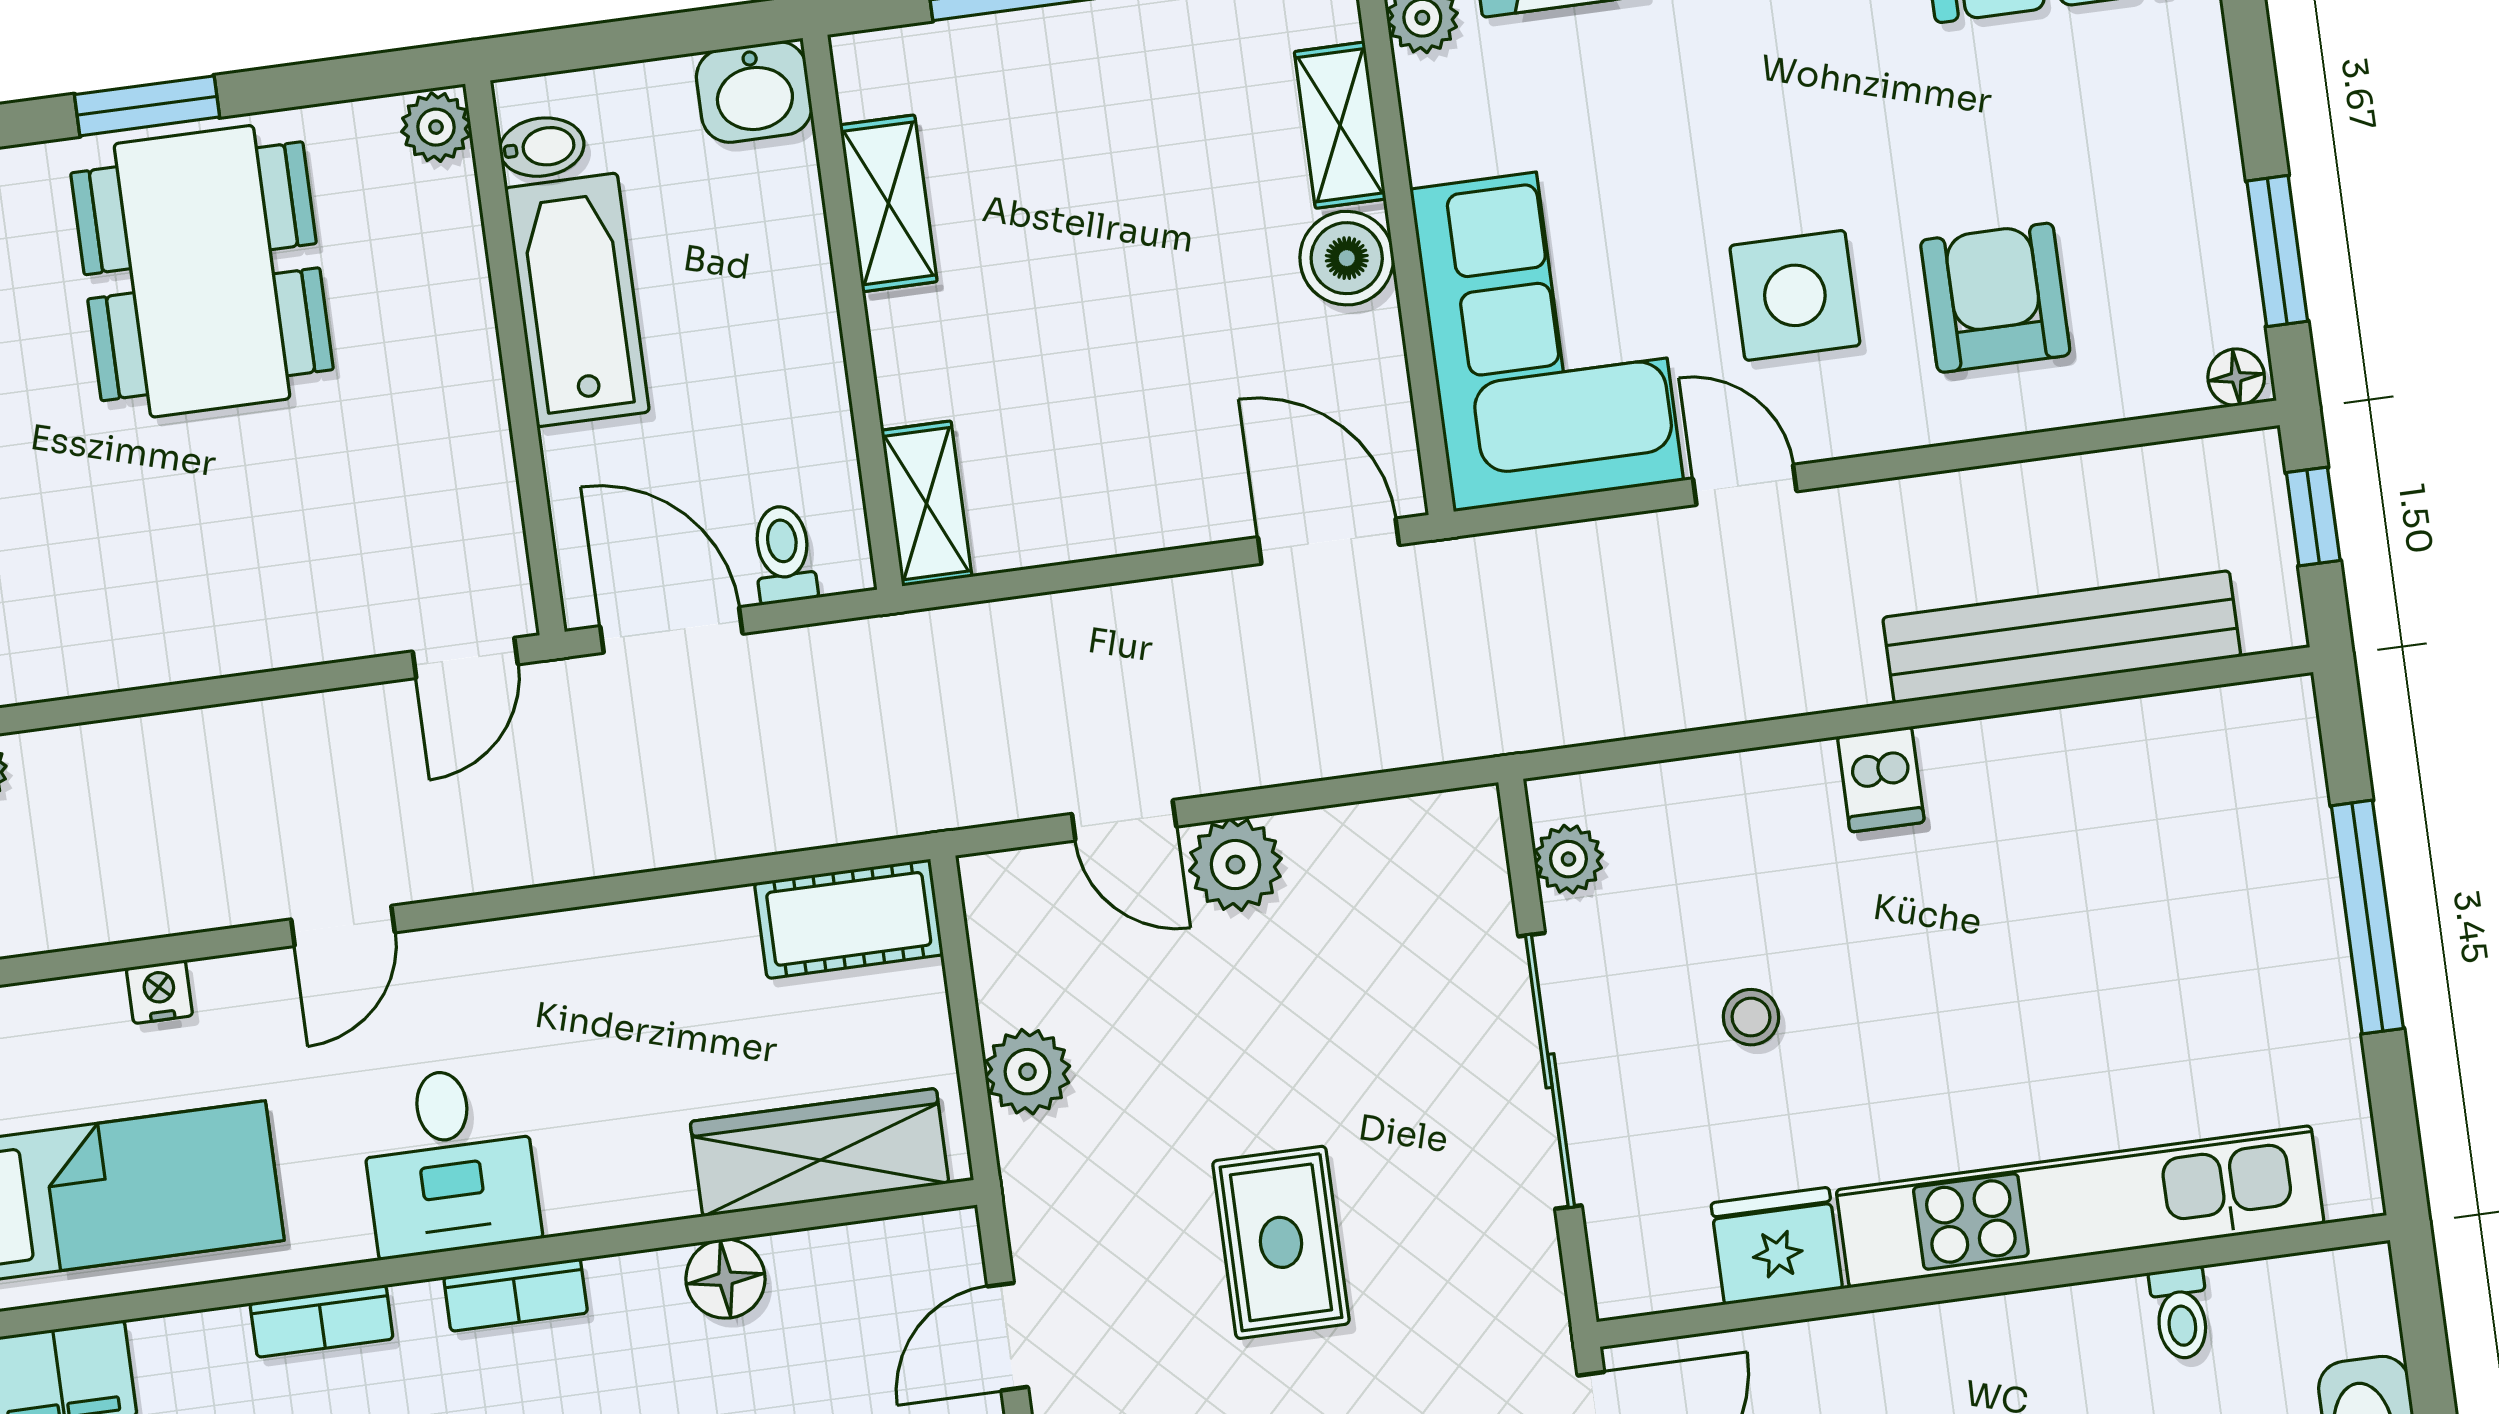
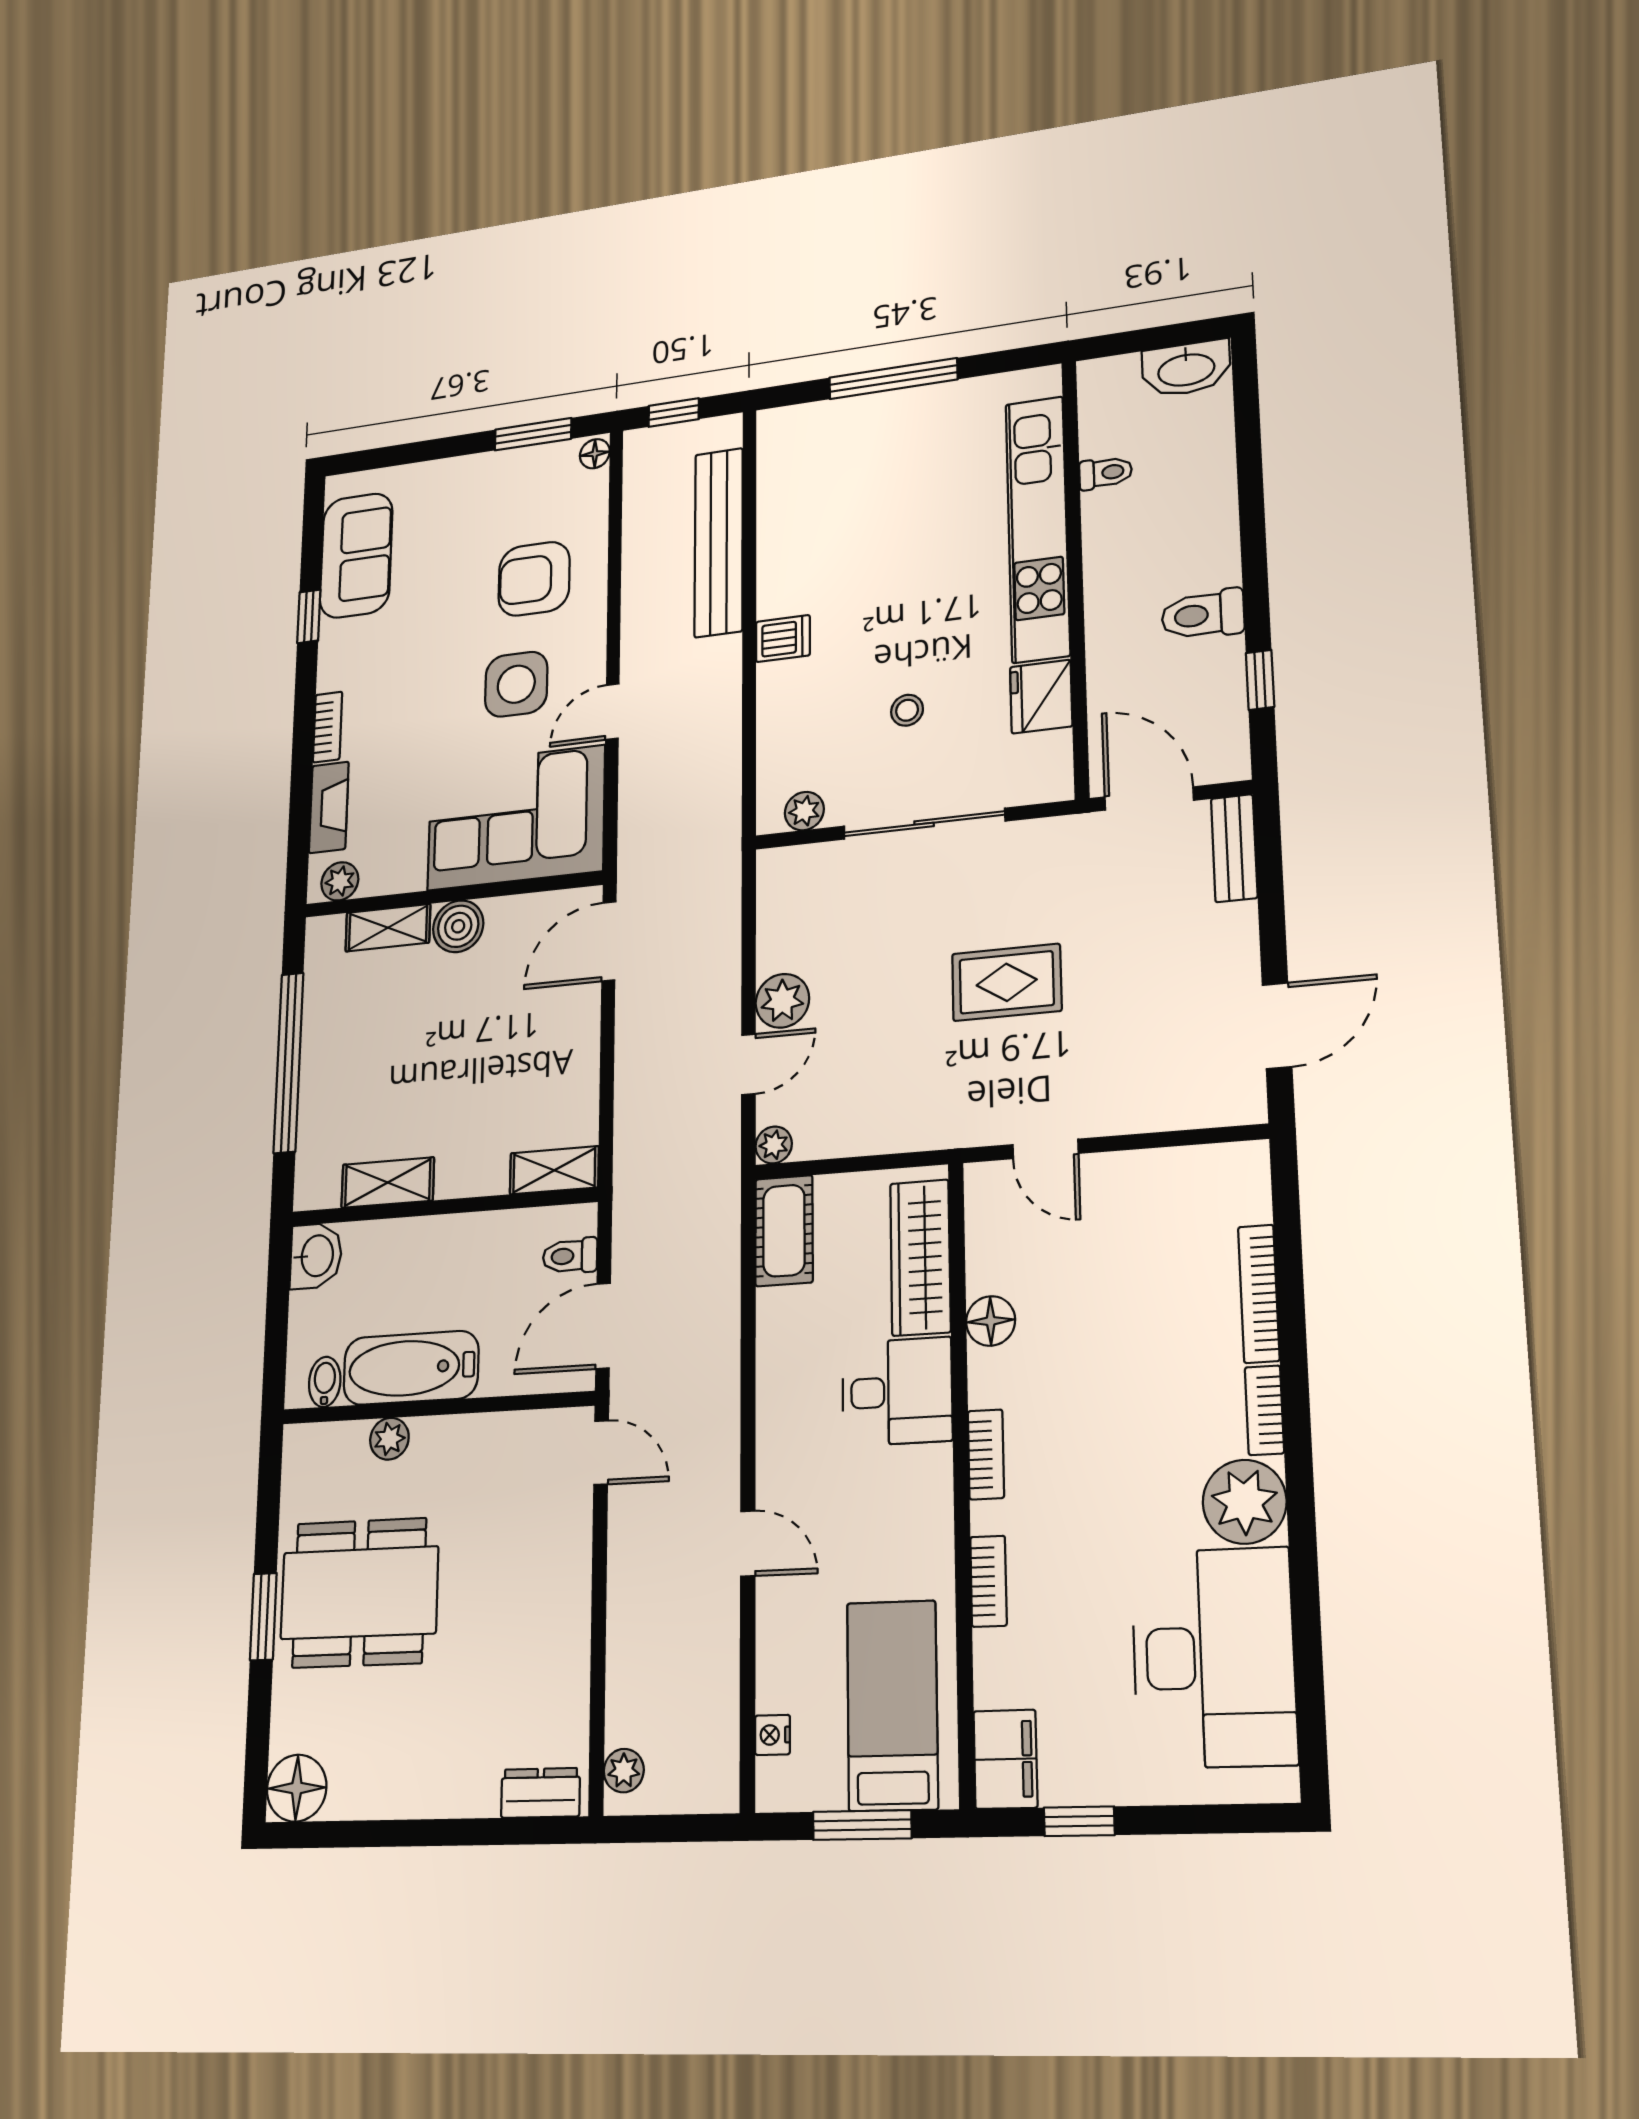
plant: (436, 127) -> (389, 1439), moved
nightstand: (159, 992) -> (773, 1735), moved
plant: (1027, 1072) -> (774, 1145), moved, width x0.73, depth x0.73
desk: (449, 1161) -> (897, 1392), moved

